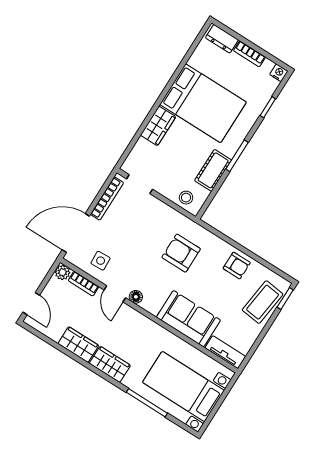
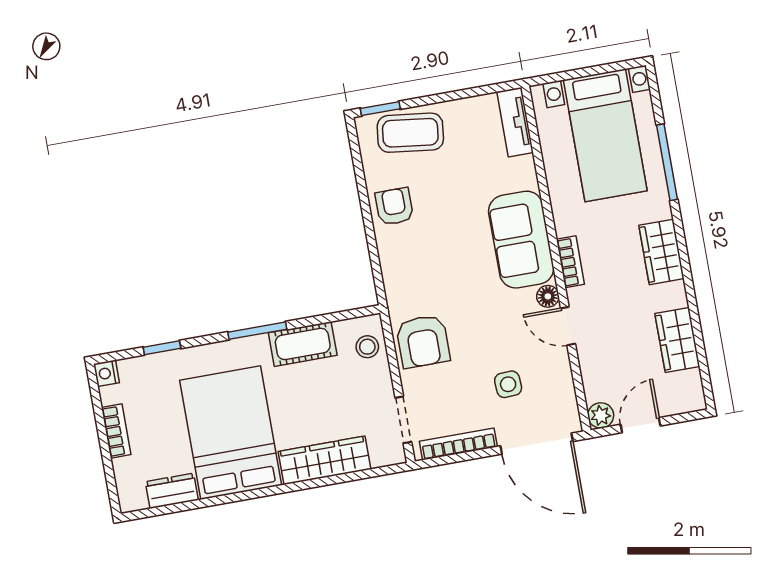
dresser: (222, 39) -> (172, 491), moved, turned -90
wardrobe: (158, 126) -> (324, 460), width x1.50
armchair: (181, 253) -> (423, 341), moved
side table: (101, 261) -> (508, 384), moved
bookcase: (84, 284) -> (570, 262), moved
door: (115, 294) -> (568, 326), swing flipped
door: (31, 304) -> (640, 425), moved
sofa: (188, 319) -> (521, 240), moved
wardrobe: (78, 345) -> (677, 340), moved

